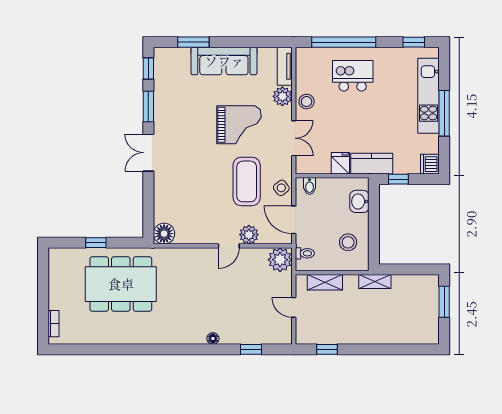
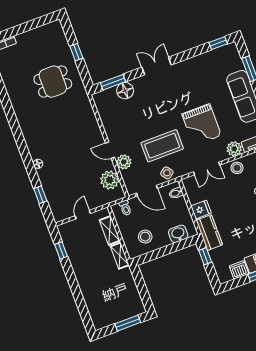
window: (148, 107) -> (113, 82), moved
dishwasher: (430, 164) -> (239, 270), moved
door: (294, 220) -> (147, 191), swing flipped
floor lamp: (164, 234) -> (125, 91), moved
plant: (280, 260) -> (110, 180), moved
shelving: (375, 281) -> (120, 256), moved
dining table: (121, 284) -> (53, 82), width x0.53, depth x0.80

